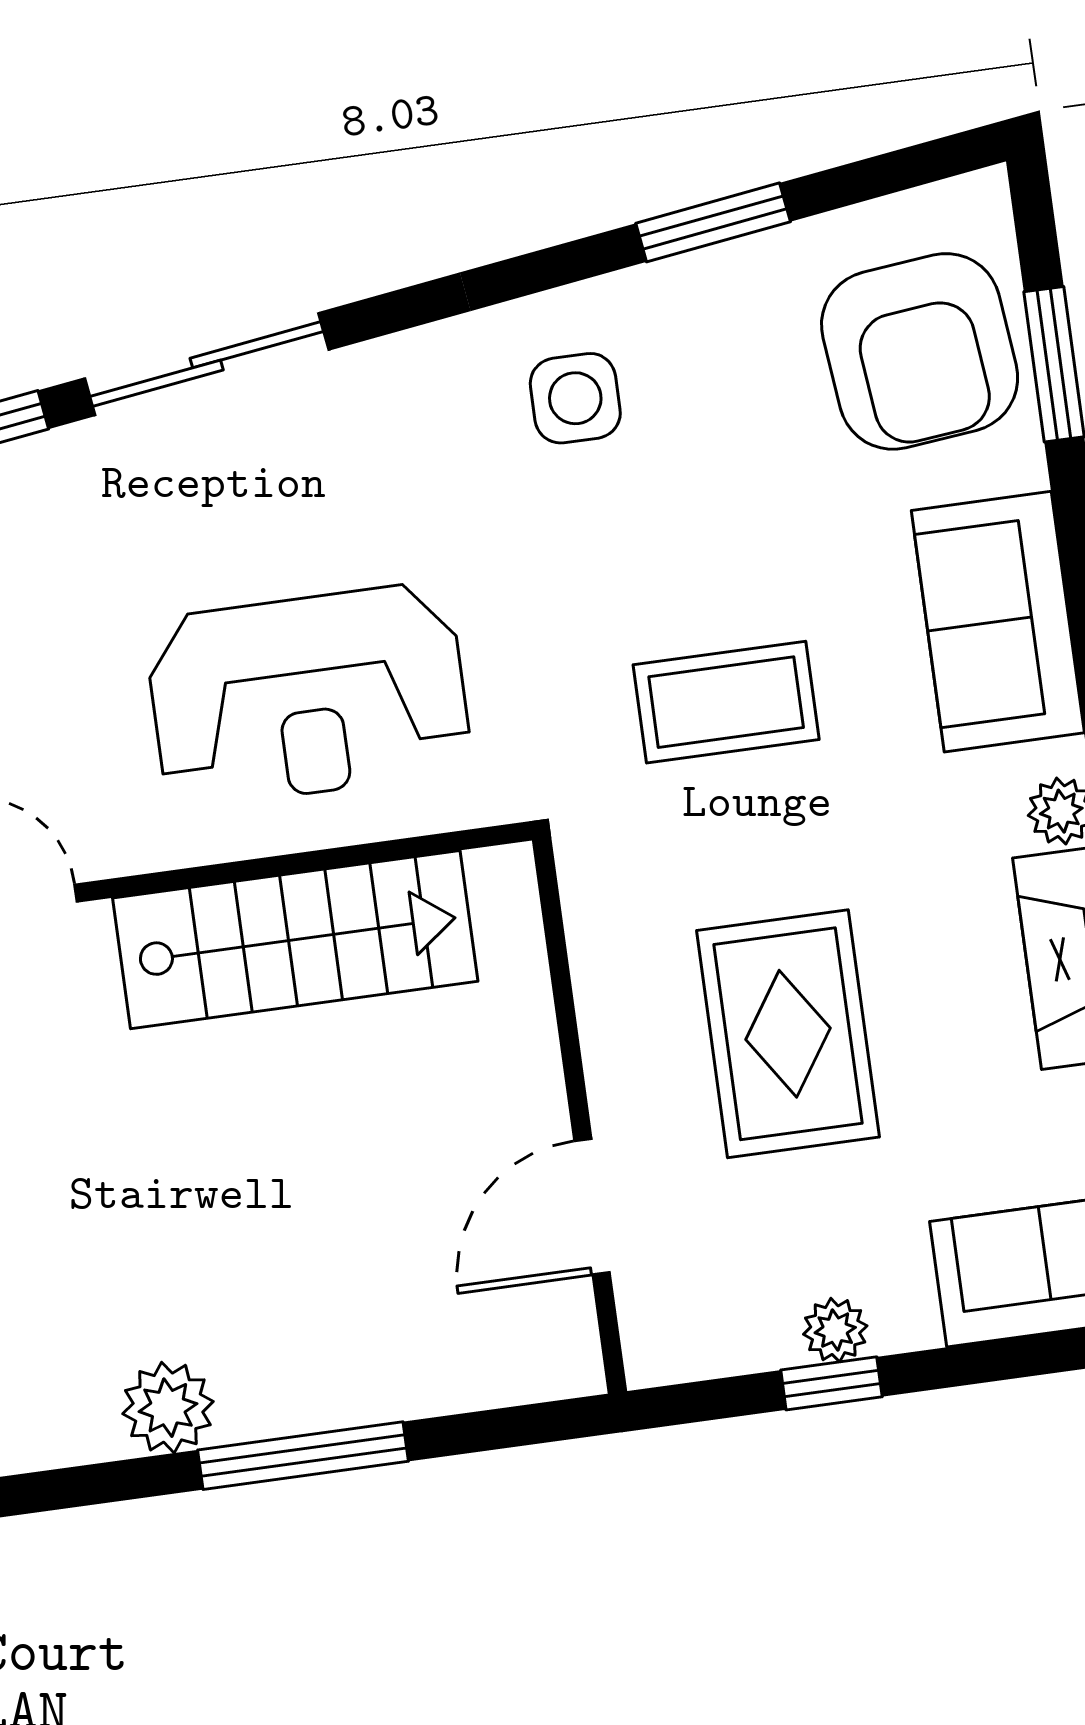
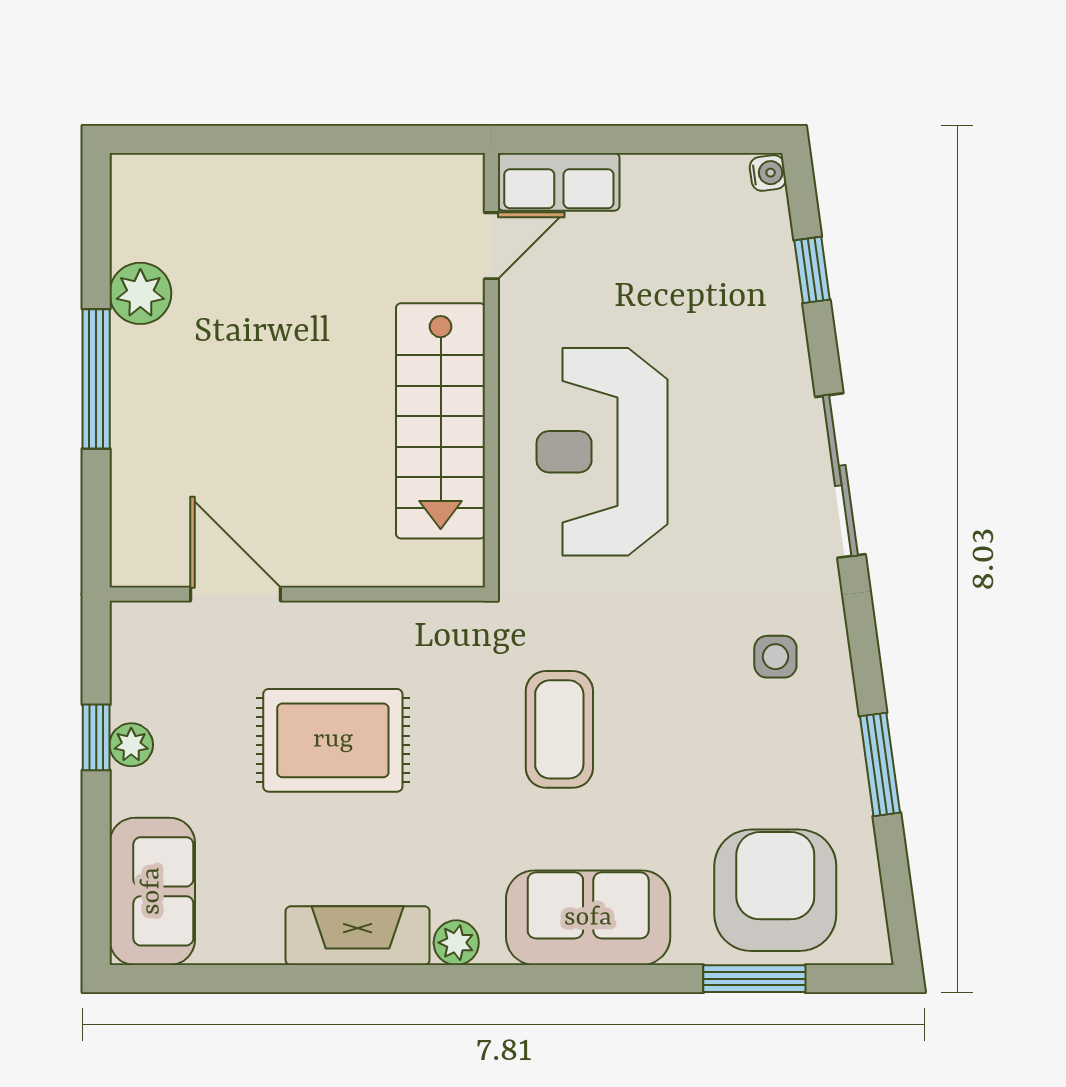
armchair: (920, 351) -> (775, 890), turned 96
sliding door: (207, 364) -> (840, 476), moved
side table: (575, 398) -> (775, 657), width x0.73, depth x0.73

